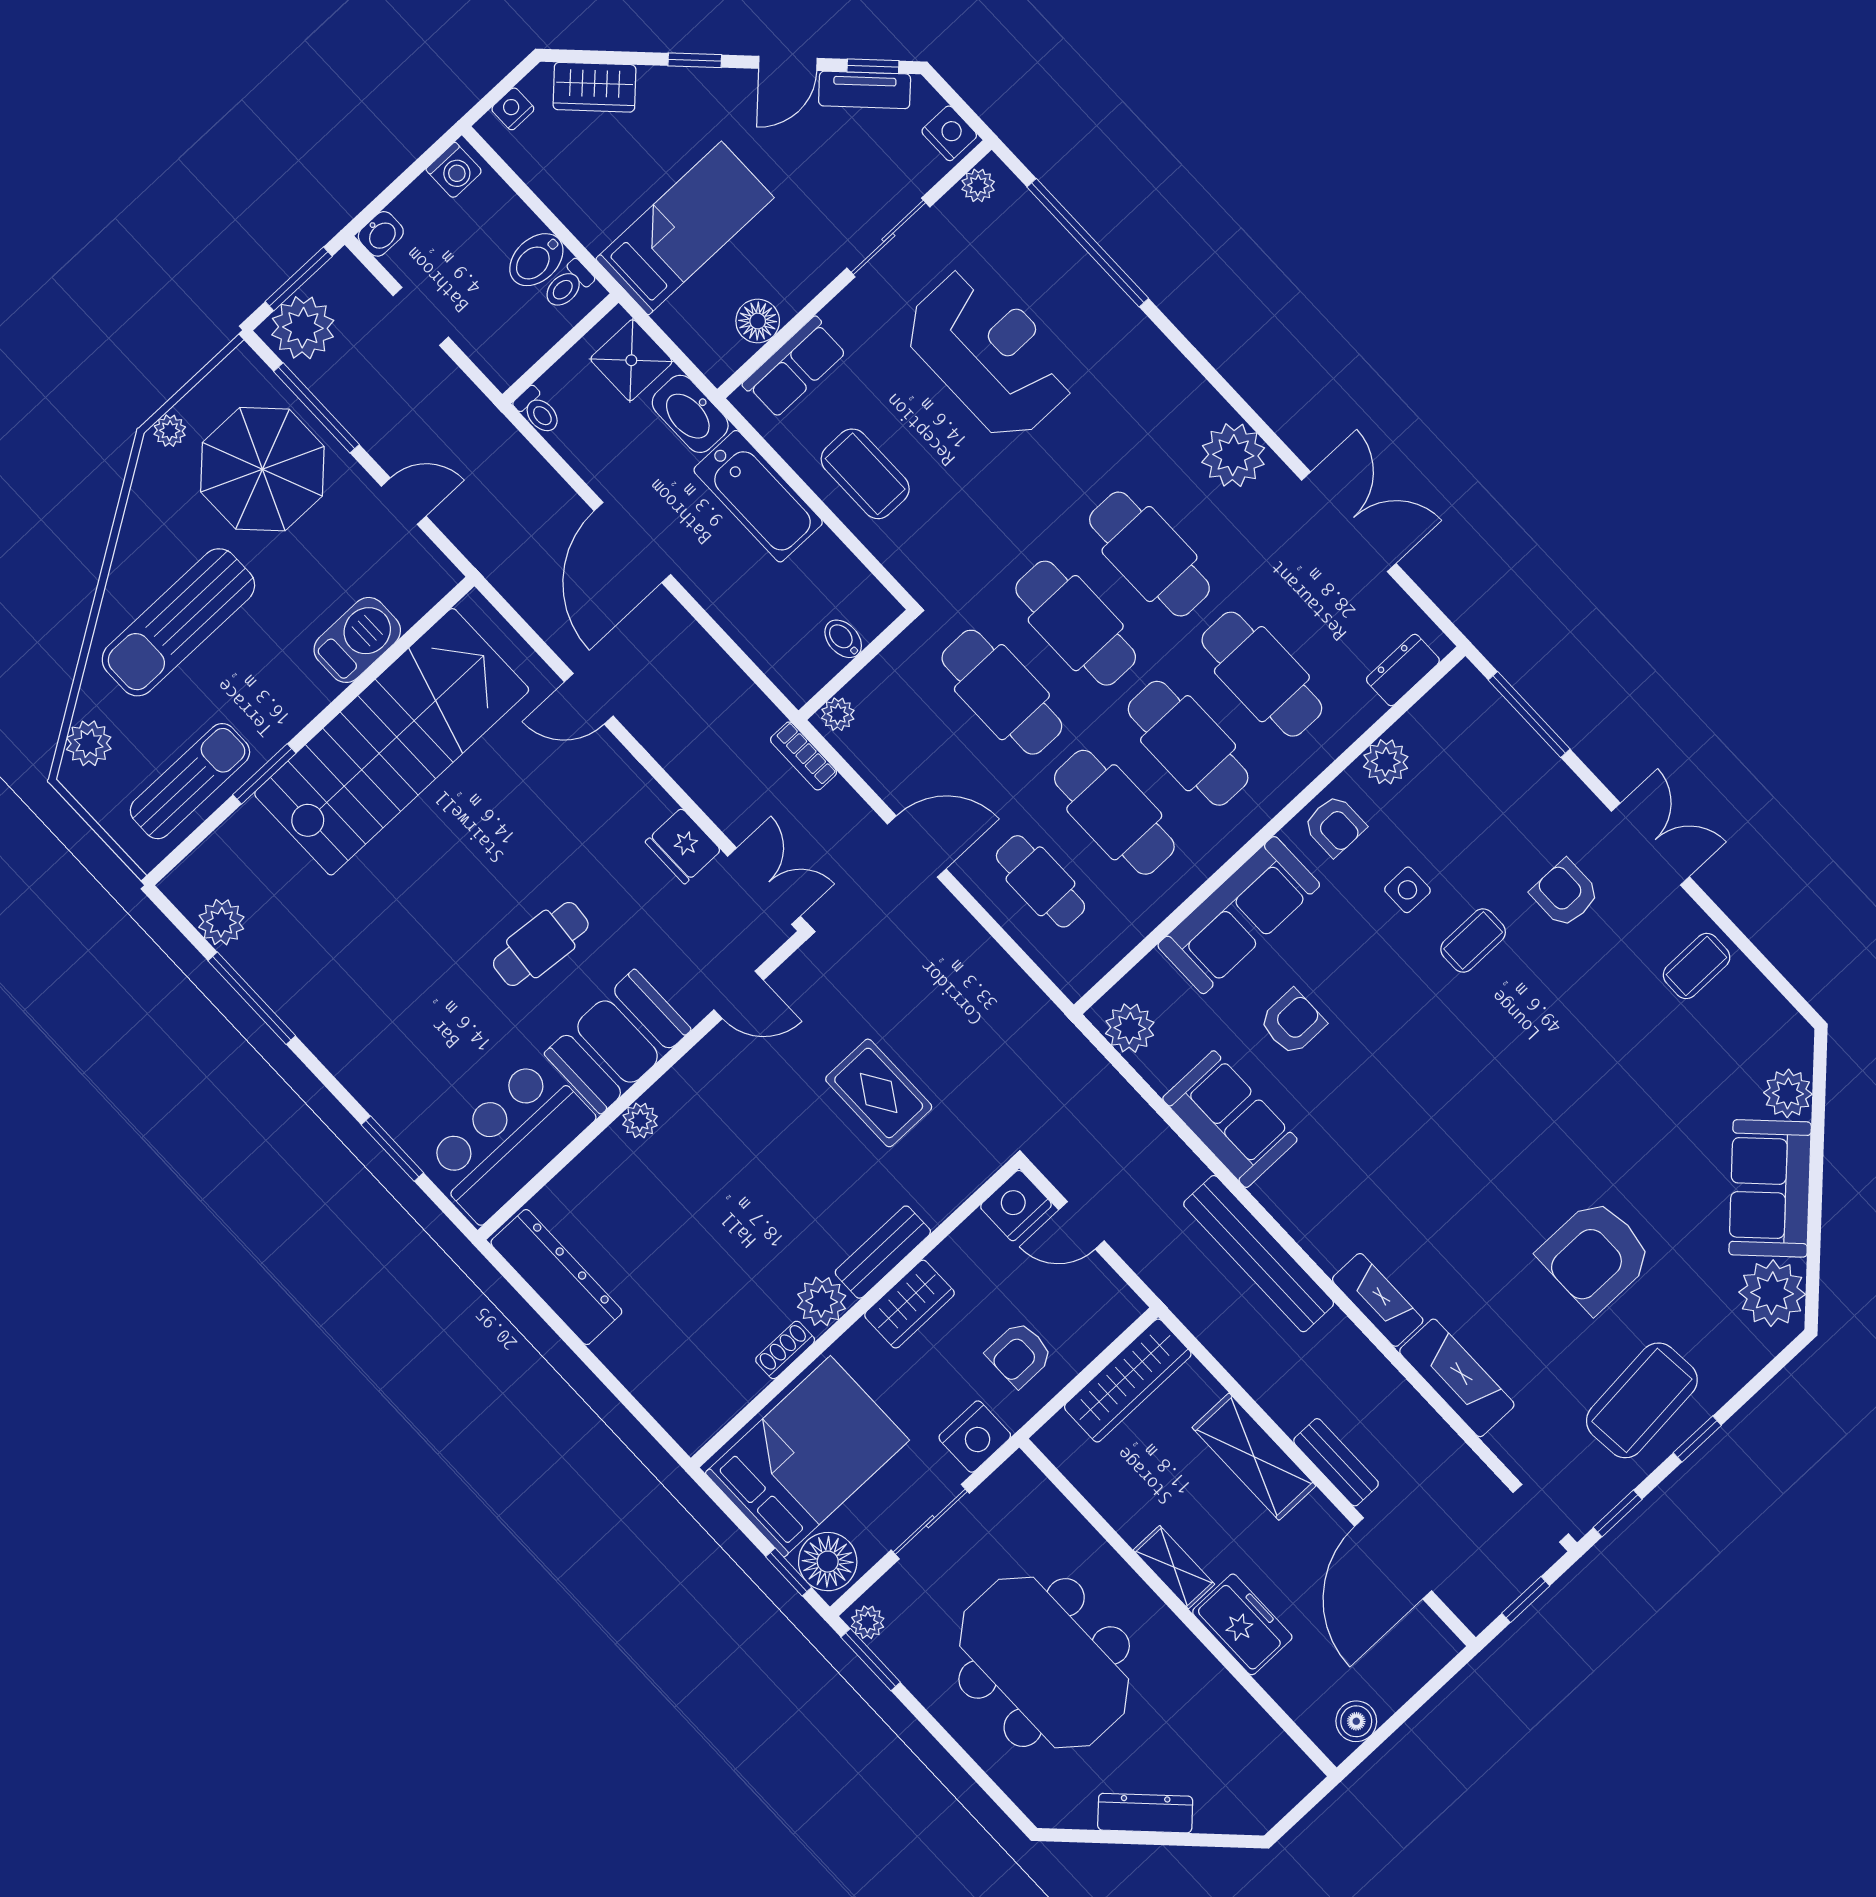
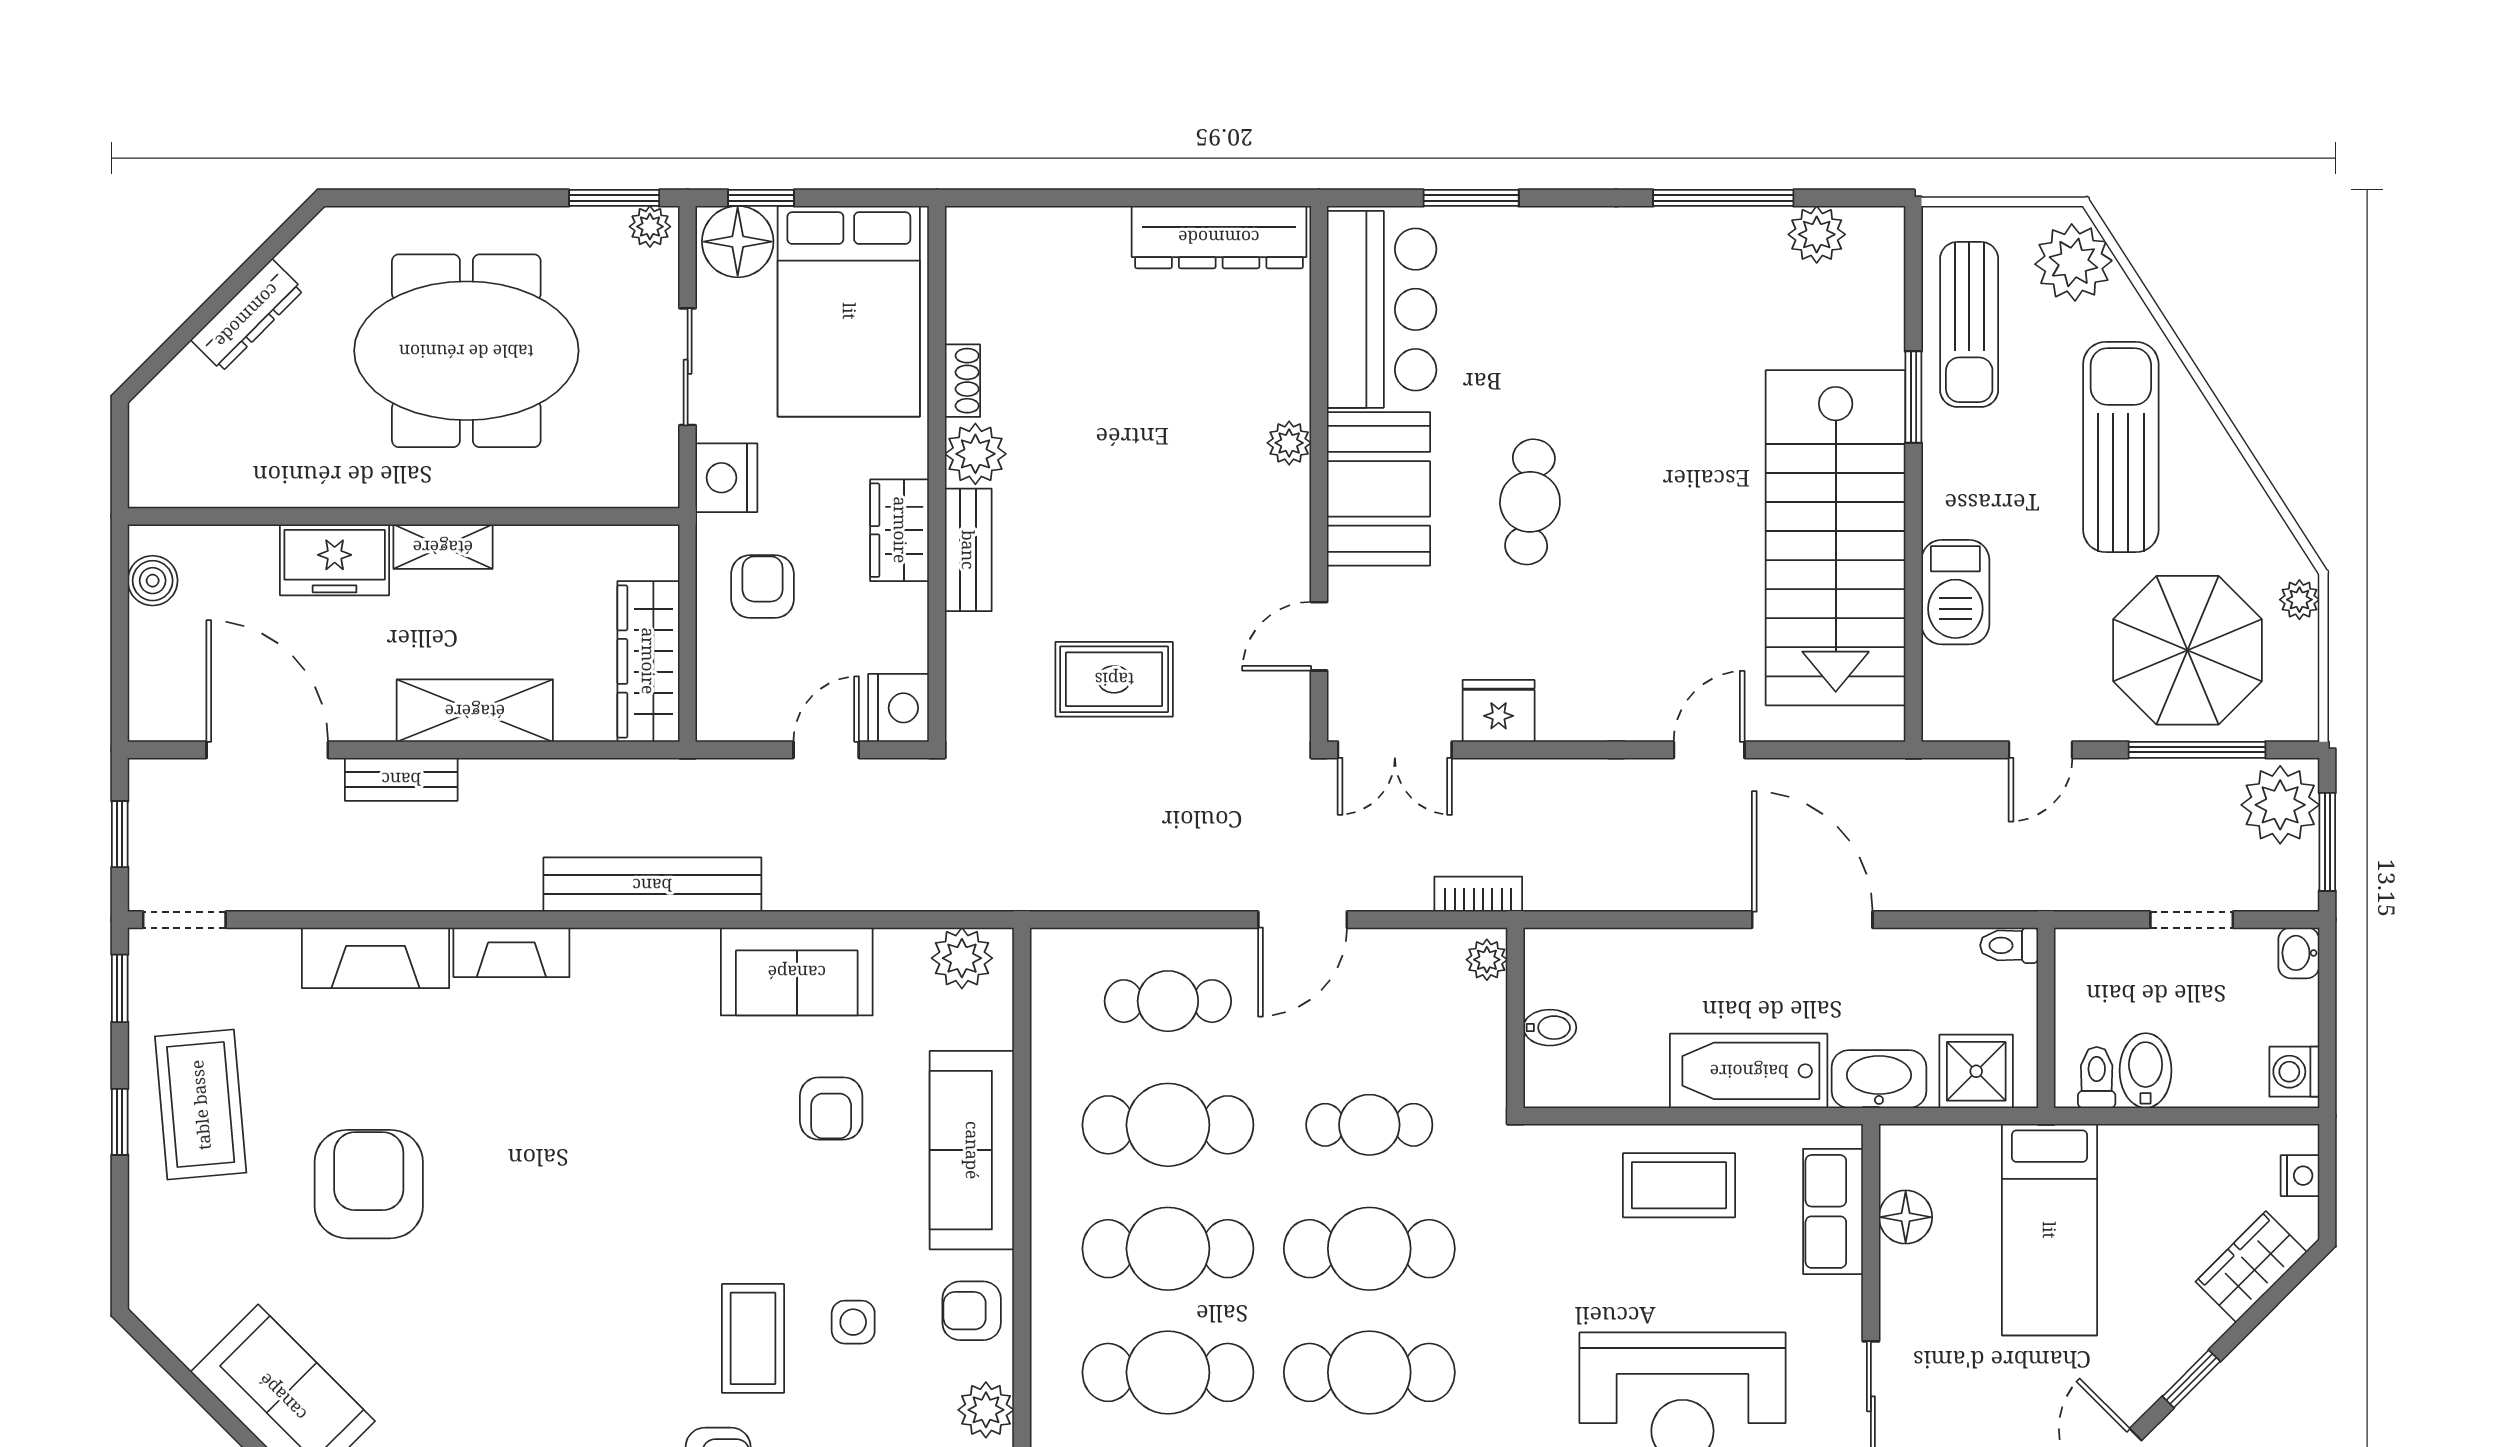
cafe table: (1002, 692) -> (1369, 1125), width x0.73, depth x0.74
plant: (89, 743) -> (2073, 262), width x1.36, depth x1.36
coffee table: (1473, 941) -> (753, 1338), width x1.36, depth x1.30
plant: (1772, 1293) -> (187, 1311), removed

